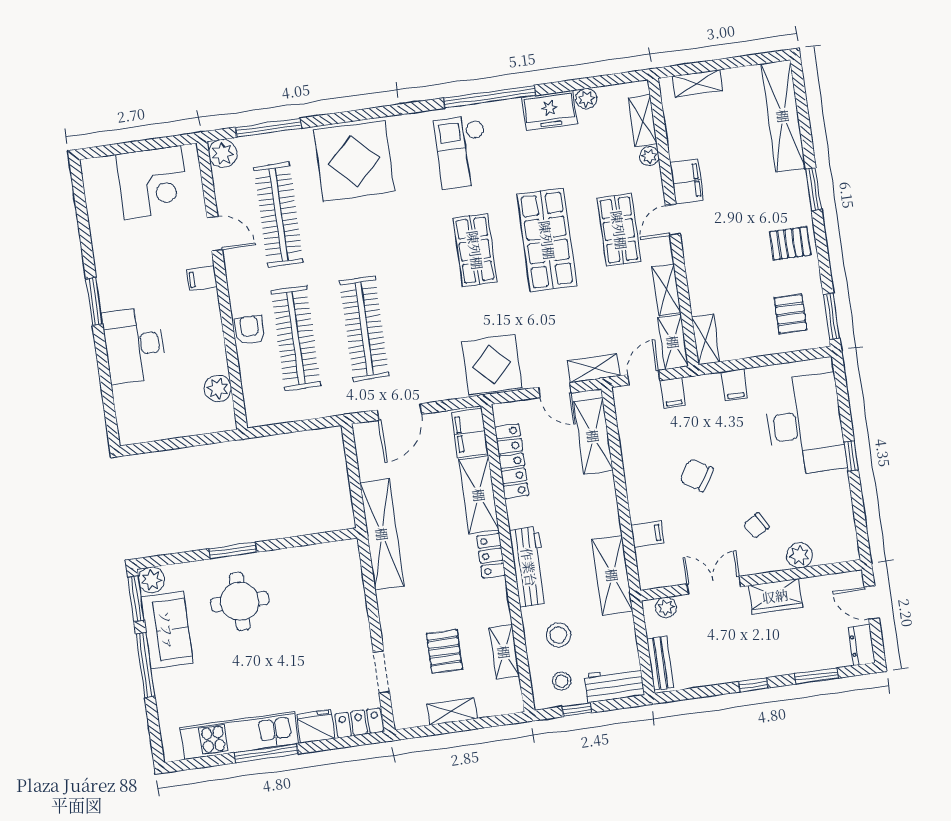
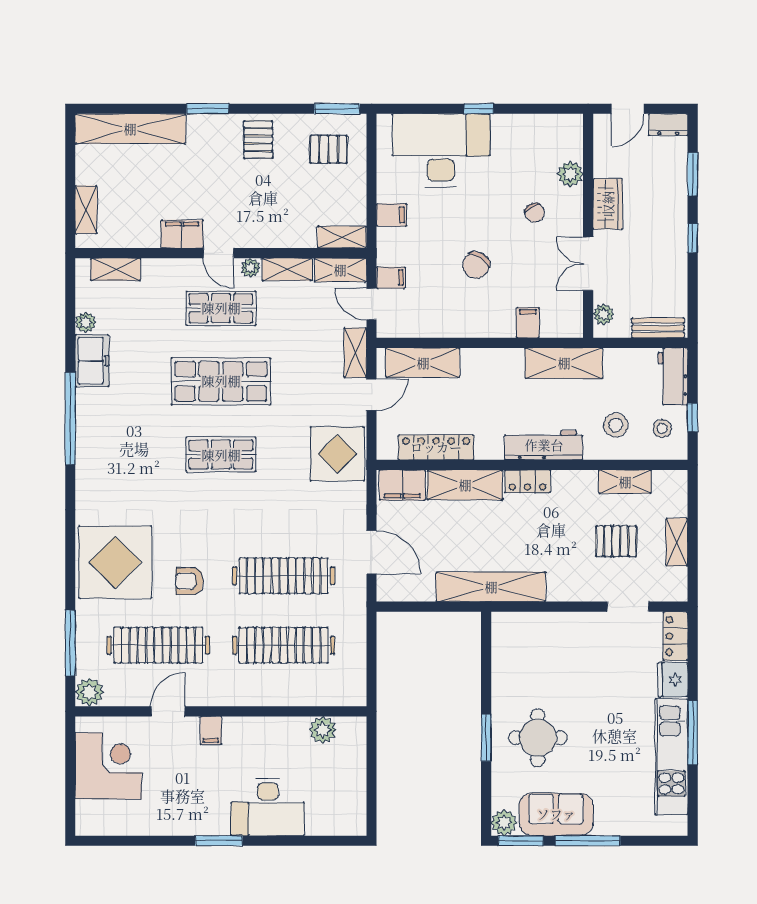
checkout: (462, 152) -> (121, 453), removed
plant: (649, 156) -> (250, 268), moved
armchair: (250, 330) -> (189, 581), moved

